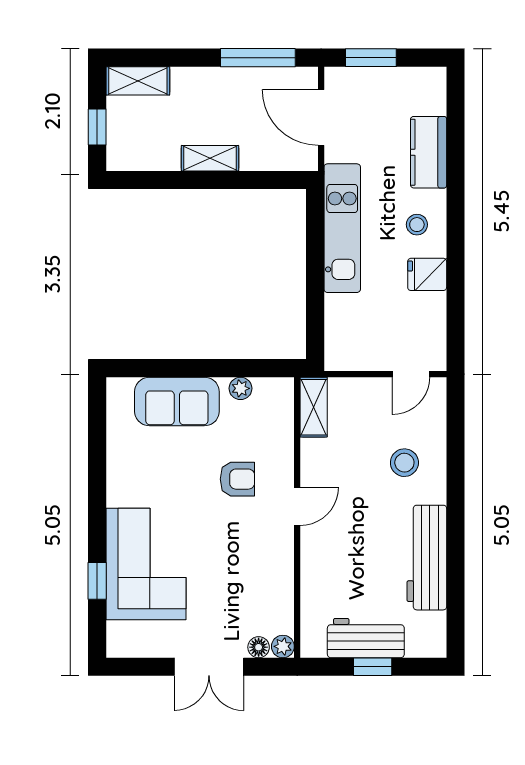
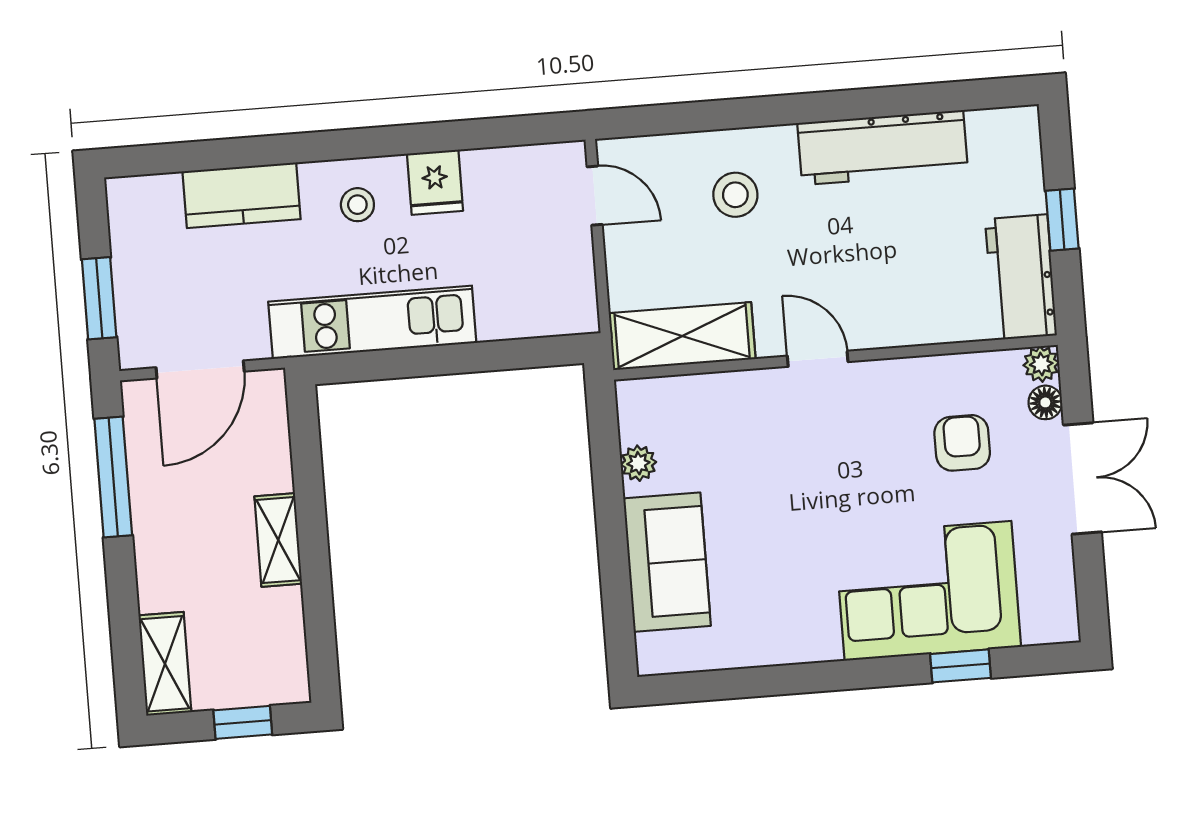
shelving: (314, 407) -> (682, 336), width x1.50, depth x1.33
armchair: (237, 479) -> (962, 443), moved
workbench: (366, 638) -> (1021, 277), moved

